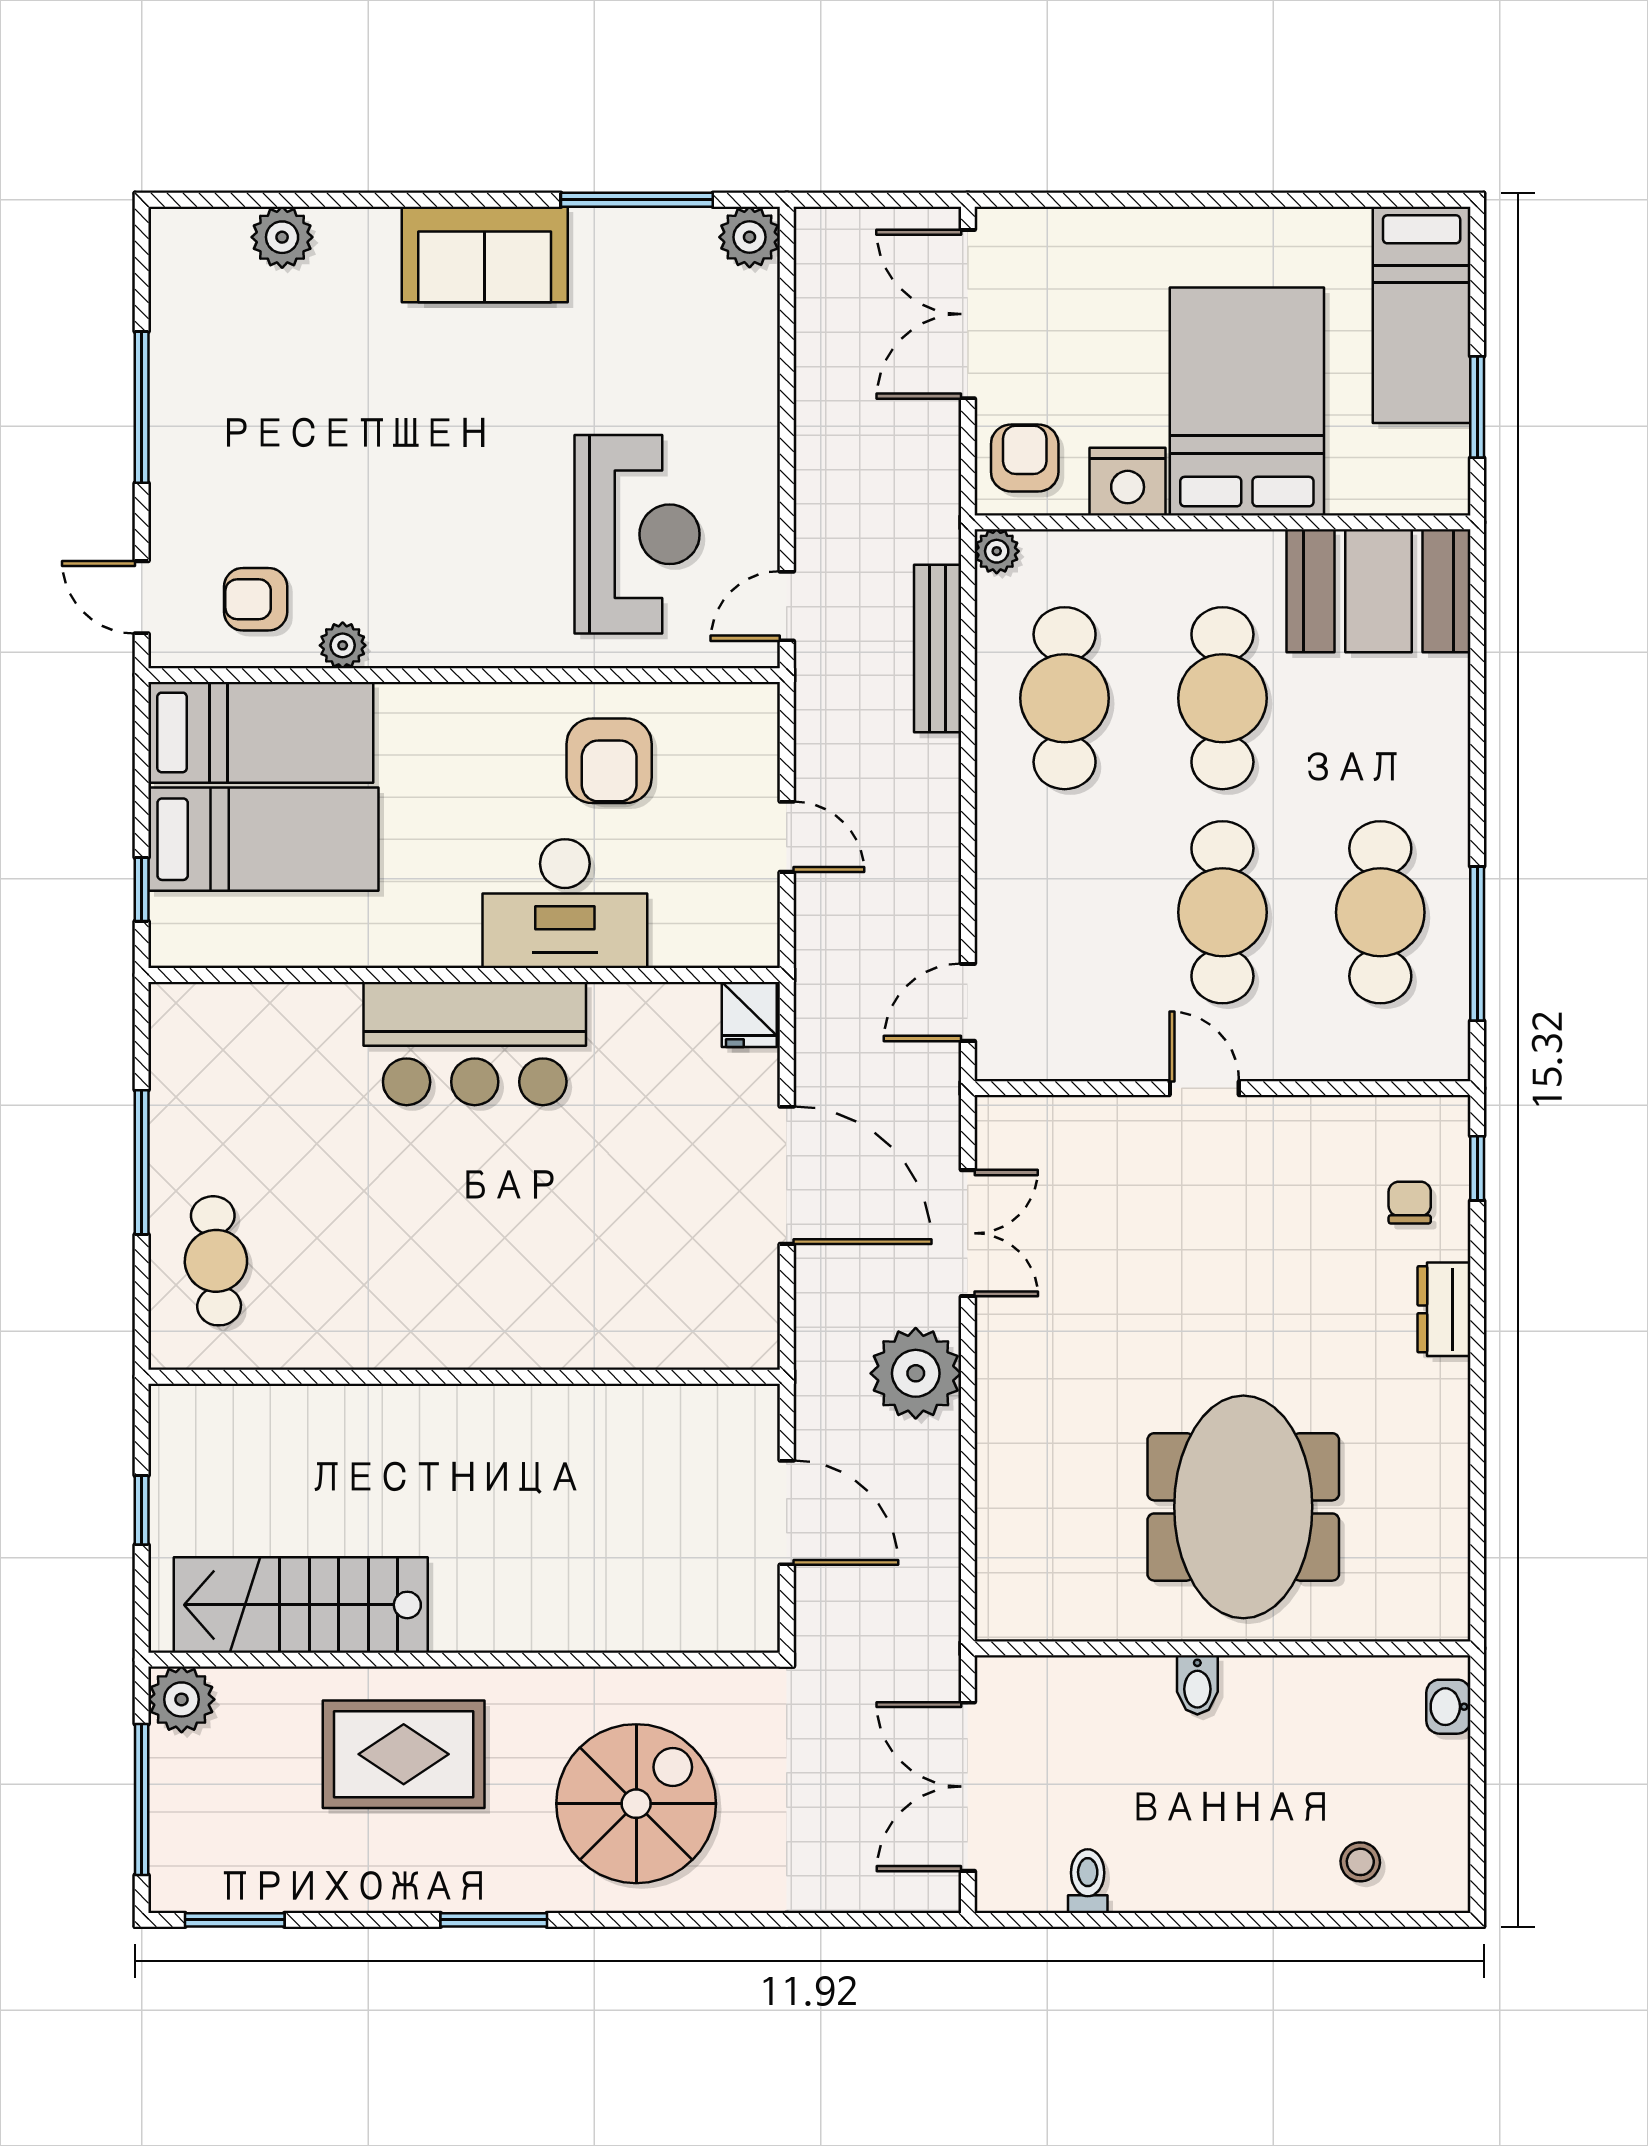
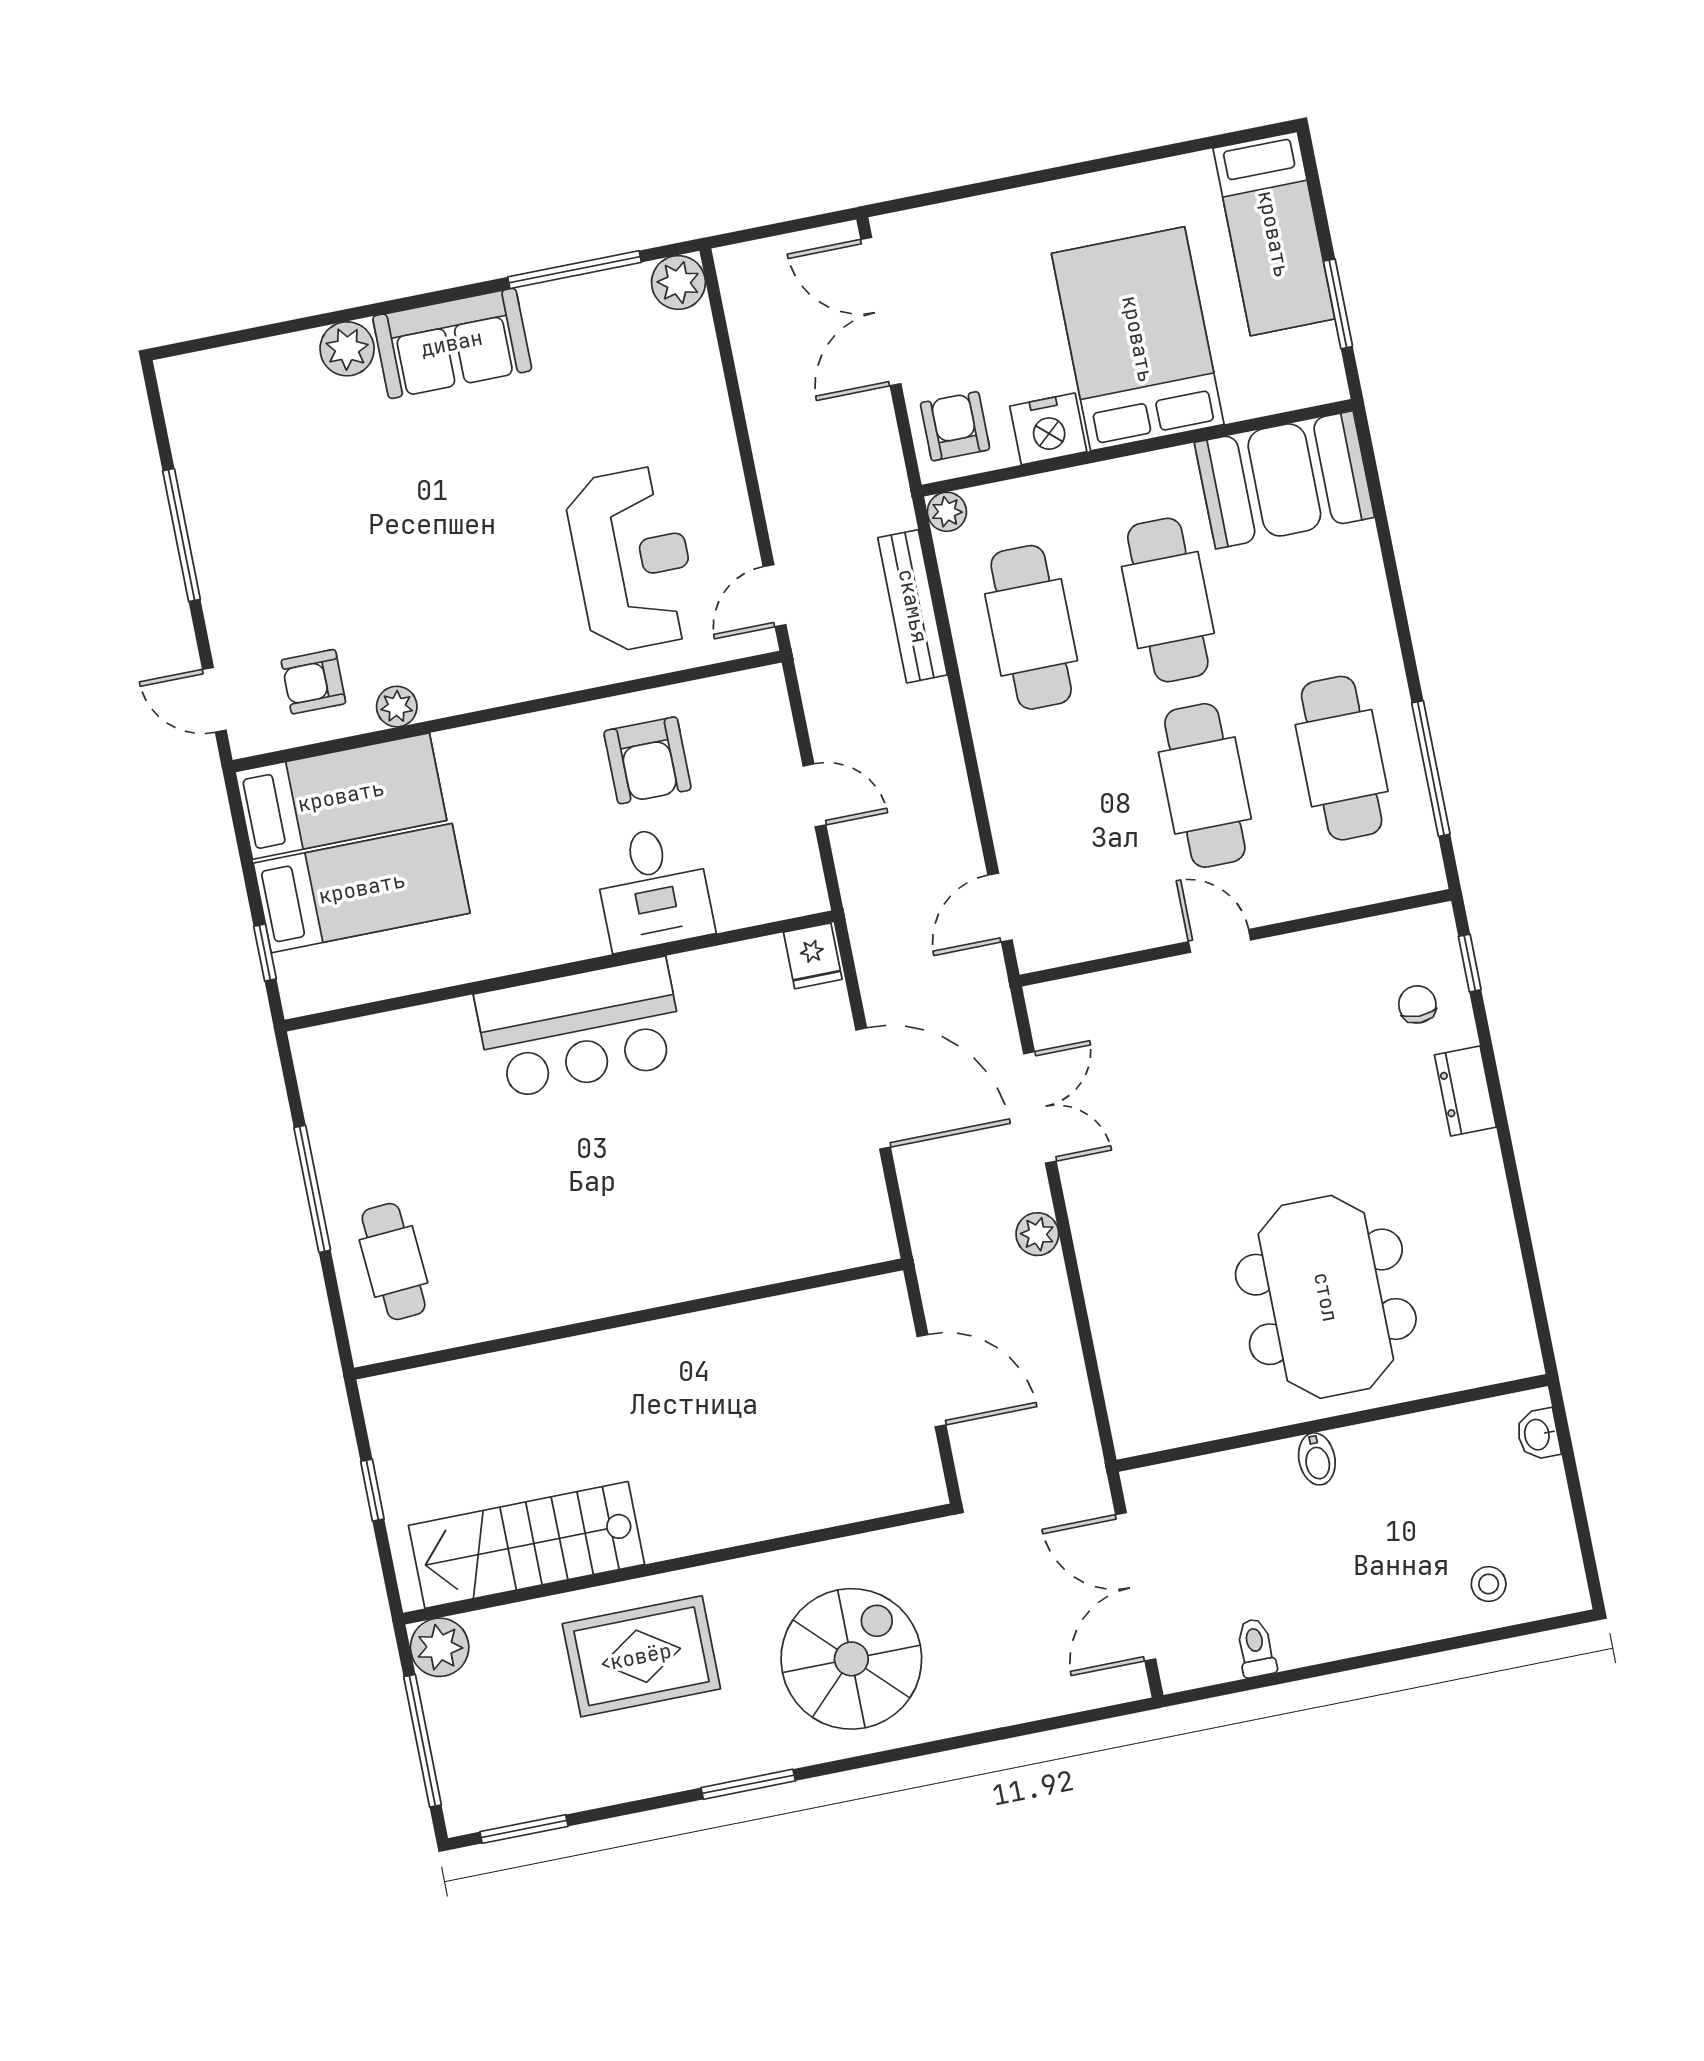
plant: (282, 237) -> (347, 349), moved
desk: (565, 904) -> (653, 888), width x0.73
plant: (916, 1373) -> (1037, 1234), width x0.53, depth x0.53

